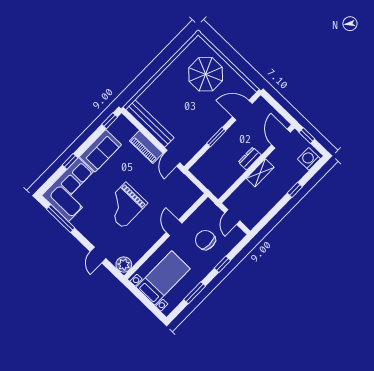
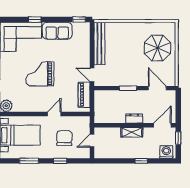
piano: (146, 147) -> (84, 95), moved
door: (172, 158) -> (92, 75), hinge flipped

